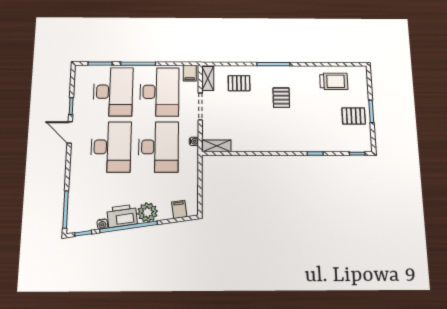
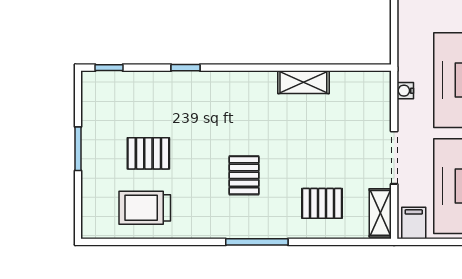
pallet: (354, 116) -> (148, 153), moved
shelving: (217, 146) -> (303, 82), moved

